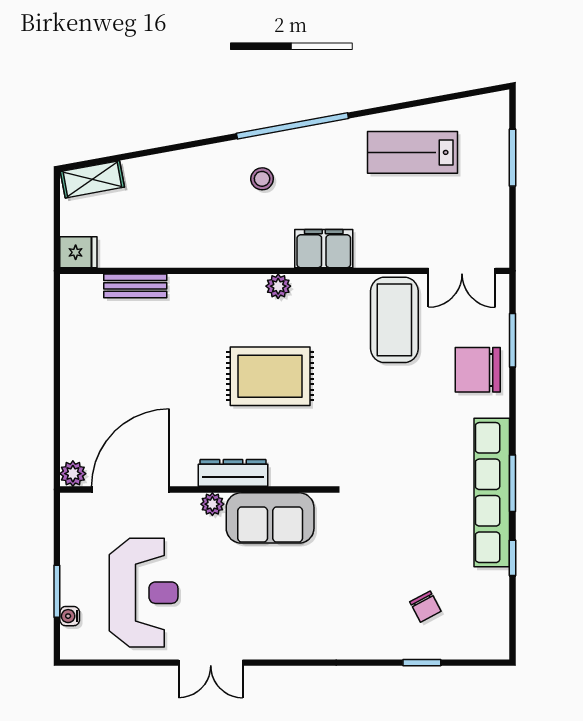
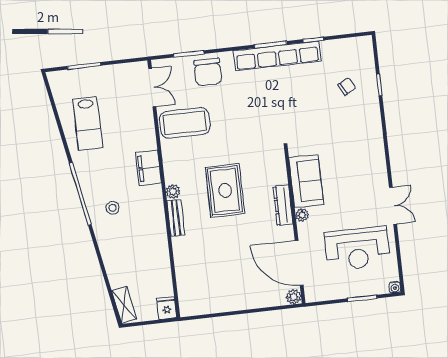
bench: (135, 286) -> (176, 218), moved
reception desk: (144, 593) -> (357, 249), turned 180
water cooler: (70, 616) -> (395, 287), moved

